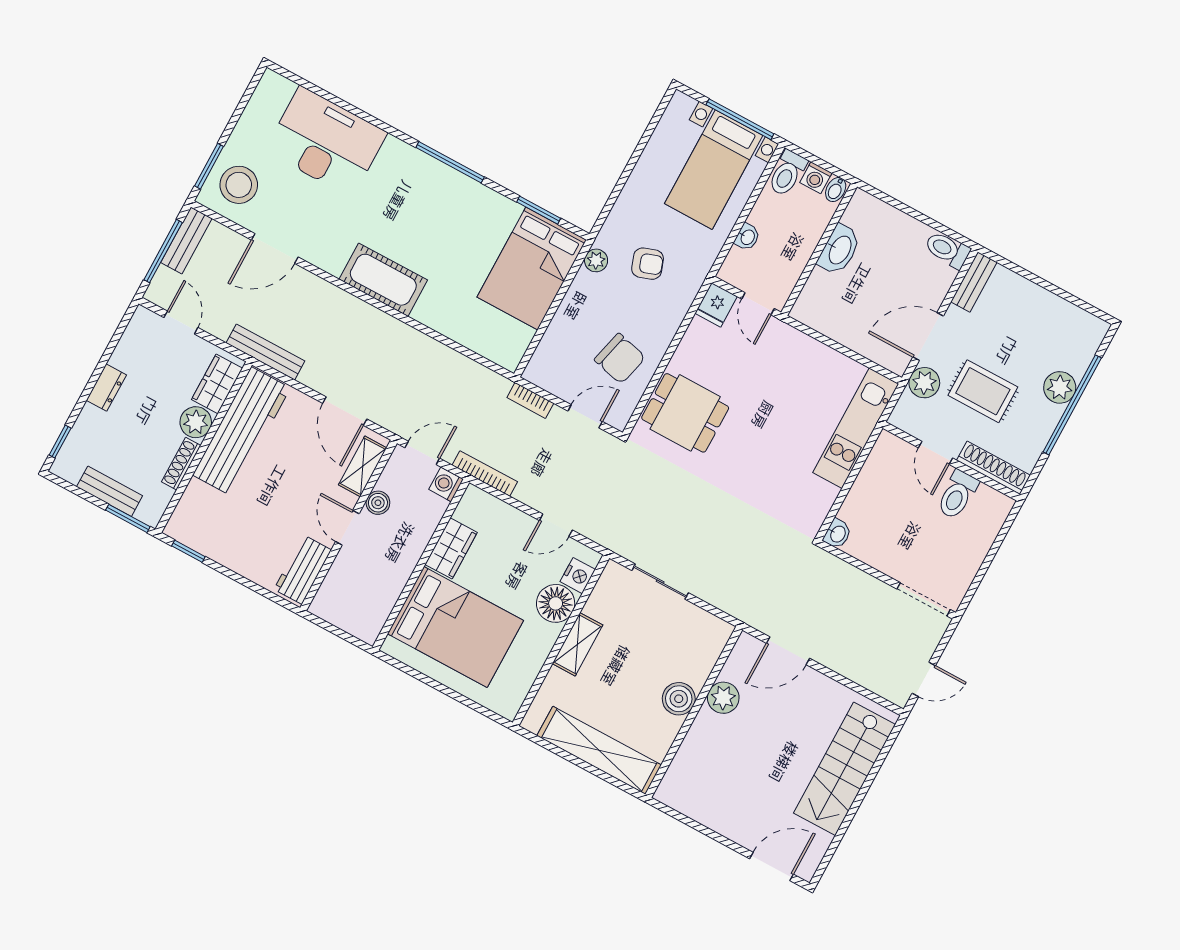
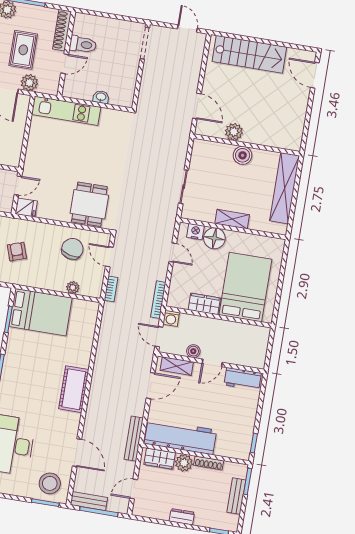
plant: (596, 260) -> (73, 288), moved
washbasin: (837, 534) -> (101, 97), moved

